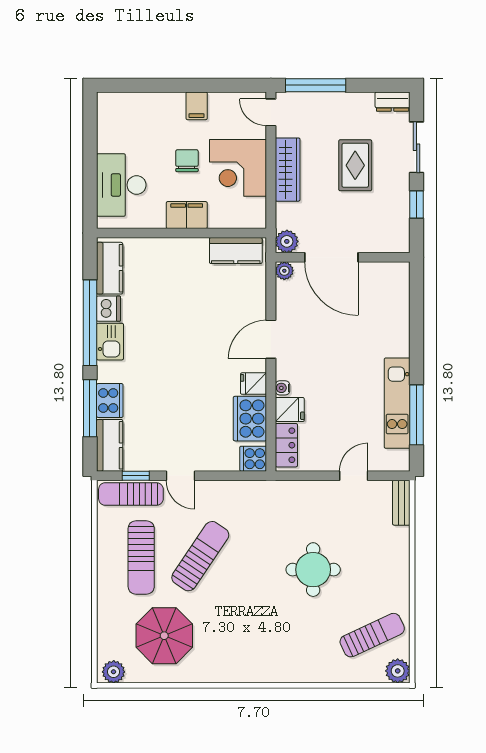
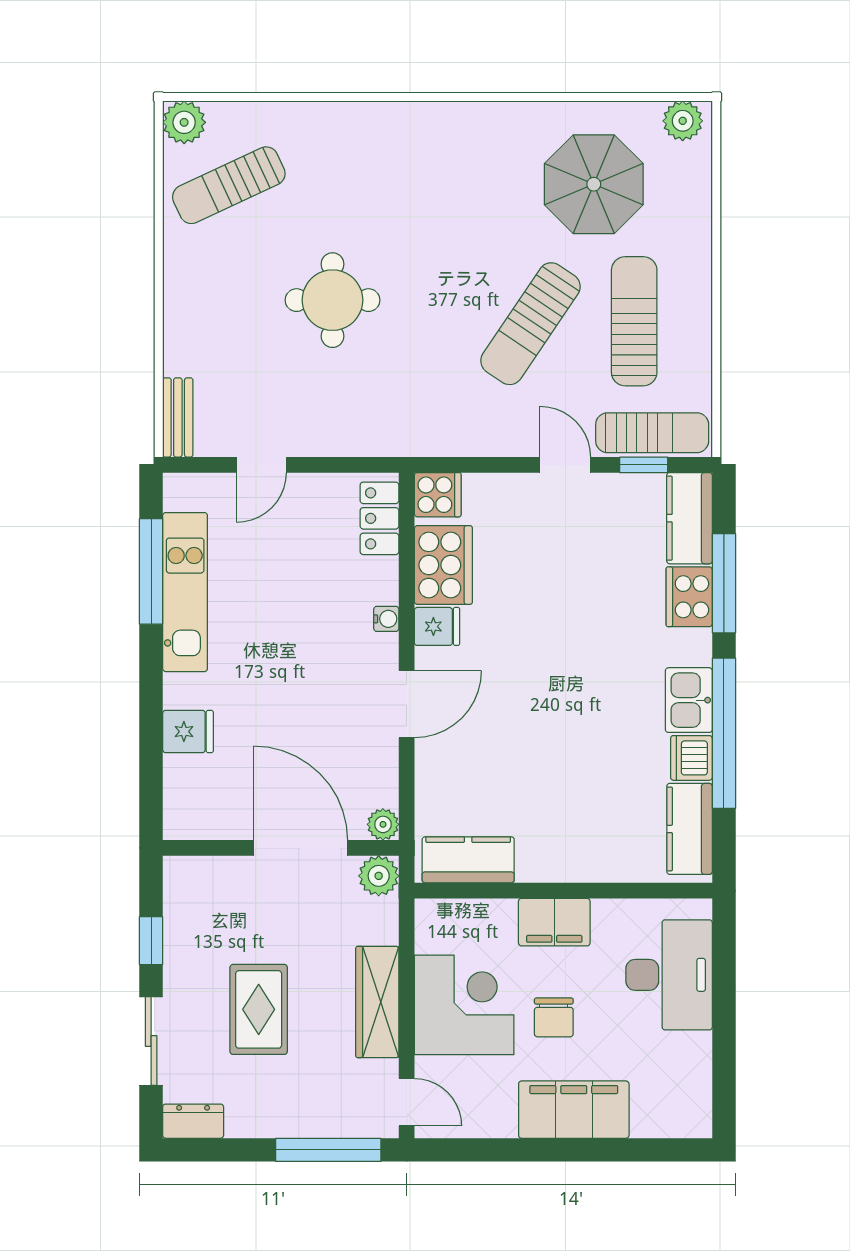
filing cabinet: (197, 106) -> (574, 1110), width x3.00, depth x1.17
fridge: (290, 410) -> (188, 732), moved, turned 180

